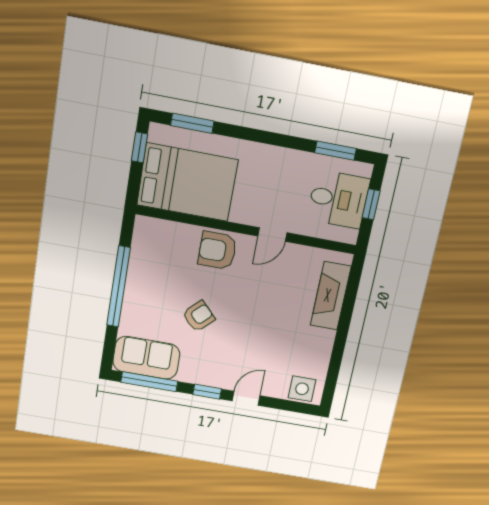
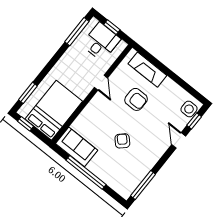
window: (336, 151) -> (77, 32), width x1.44
armchair: (217, 250) -> (136, 99), moved, turned -90
sofa: (146, 358) -> (77, 147), moved, turned 90
window: (207, 392) -> (194, 121), moved

